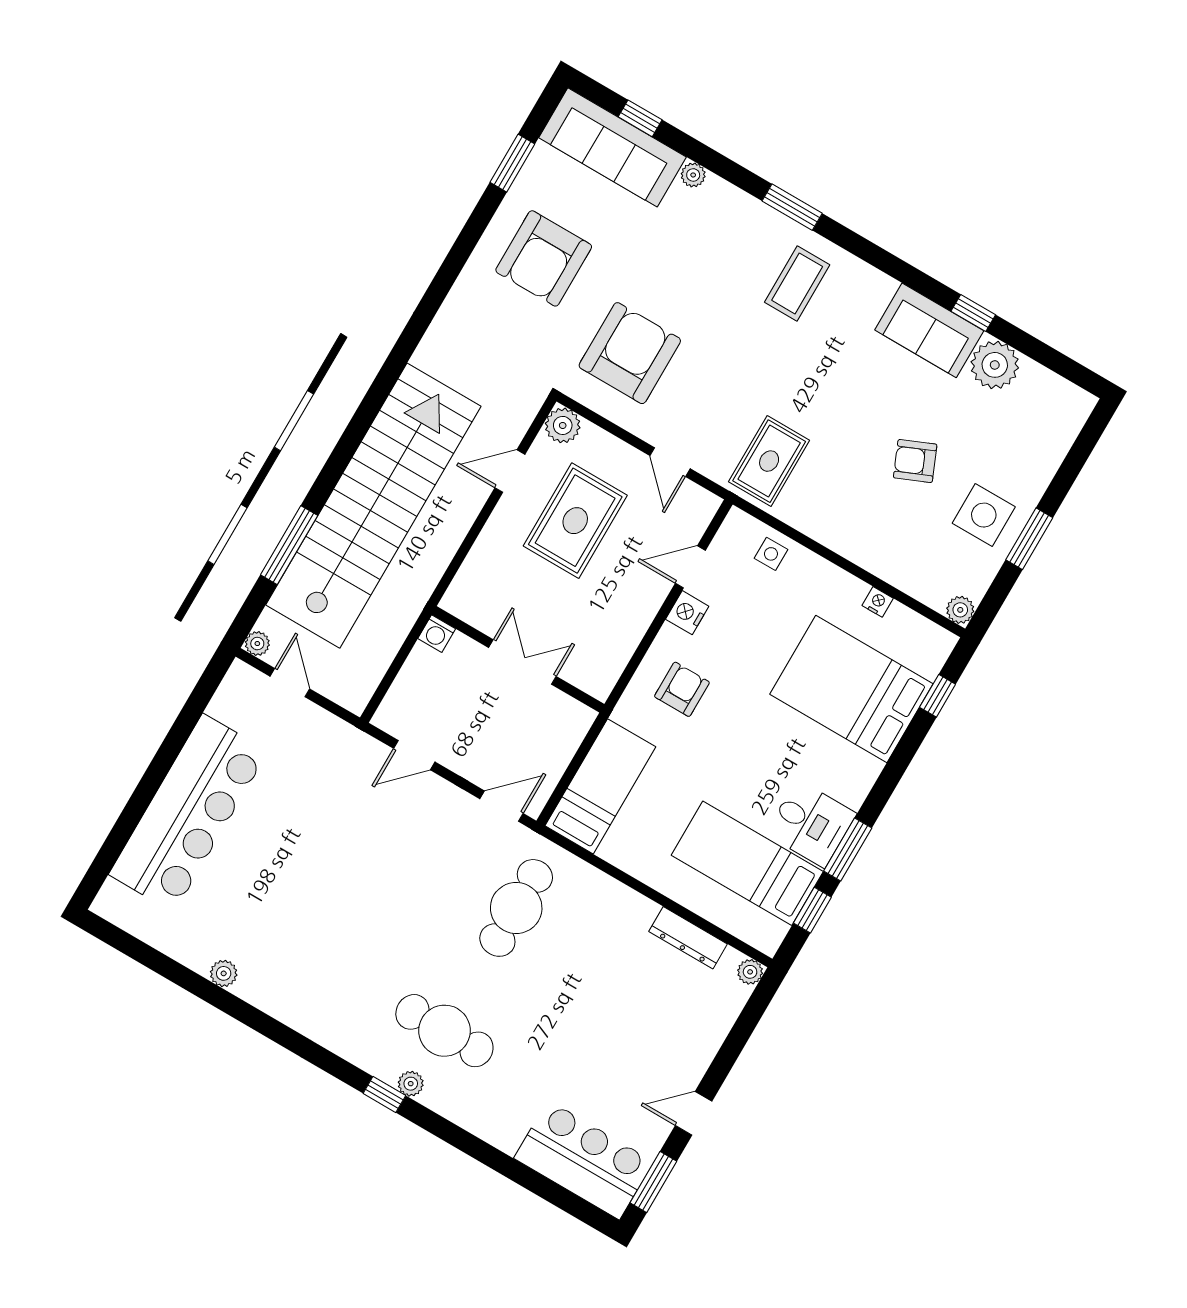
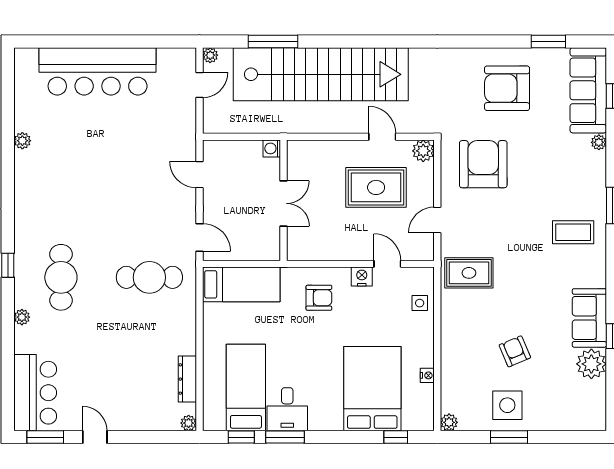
armchair: (630, 353) -> (483, 164), turned -90
plant: (411, 1084) -> (22, 317), moved

